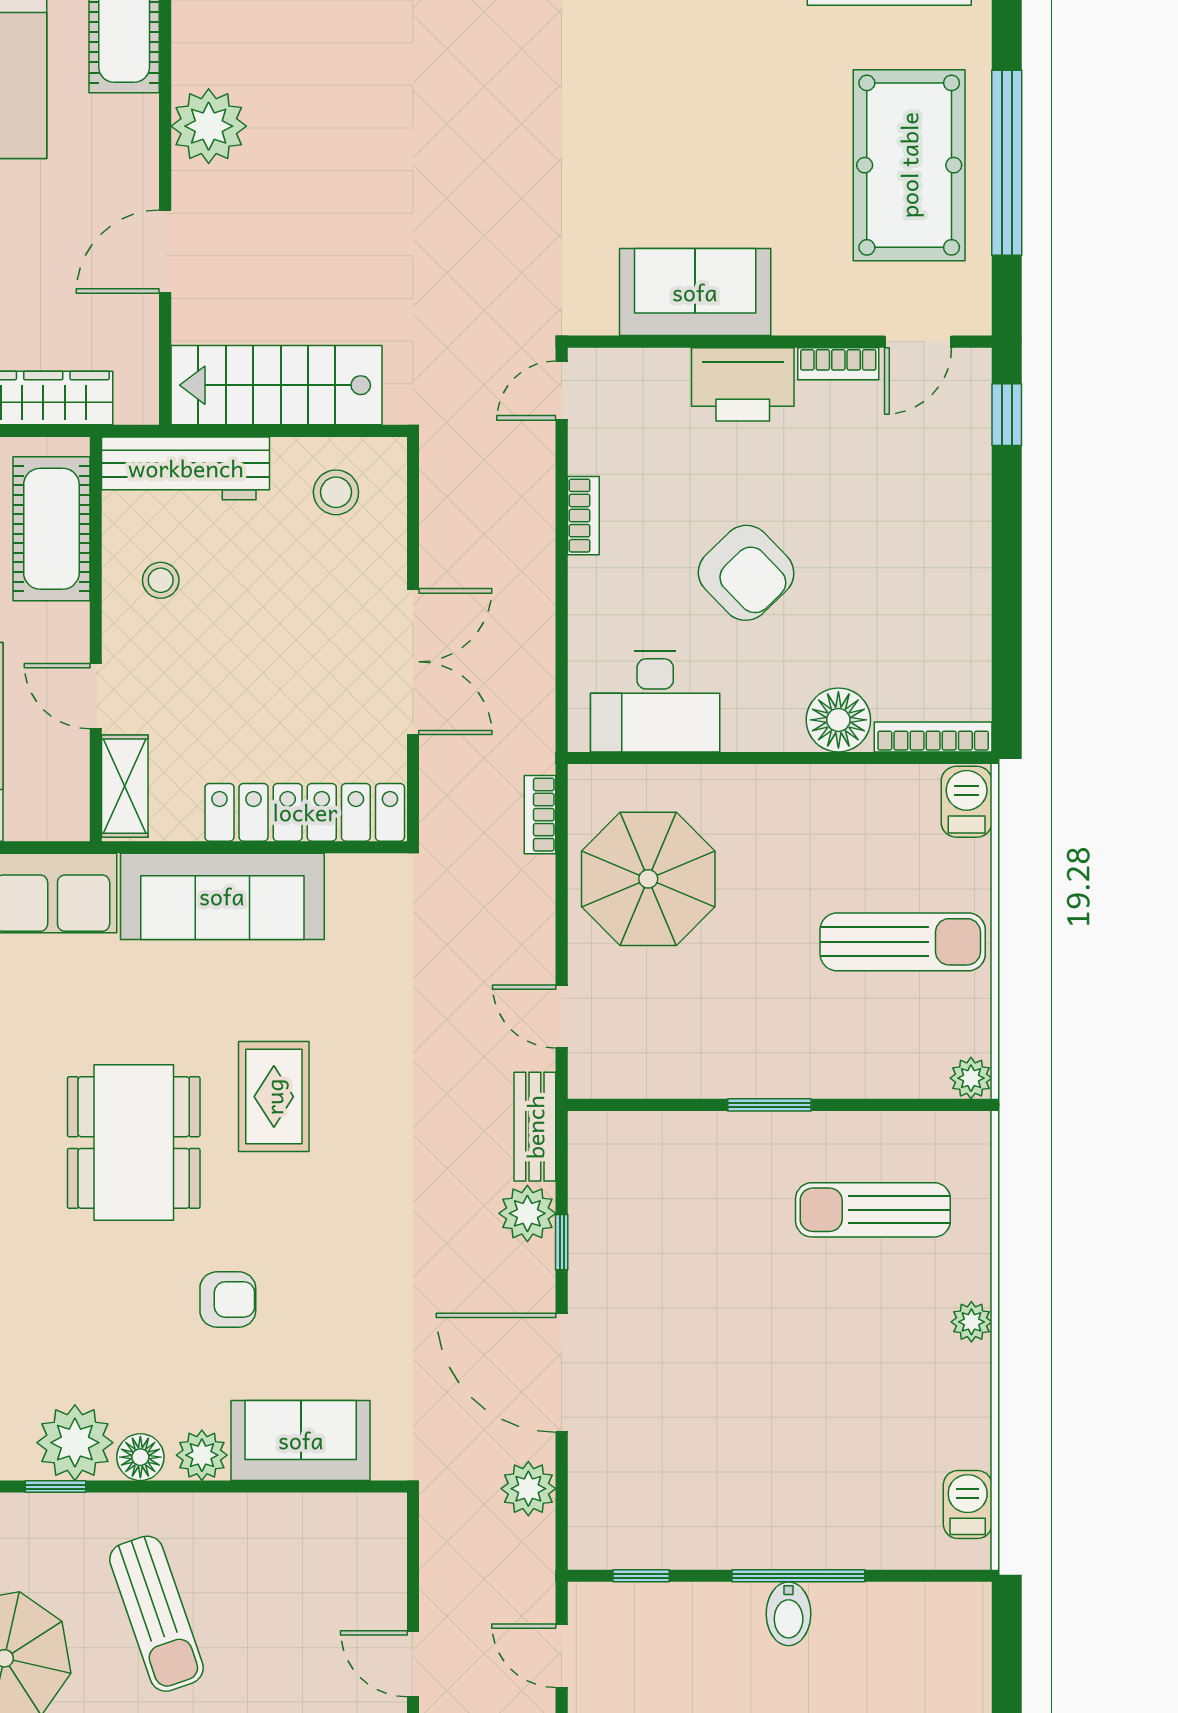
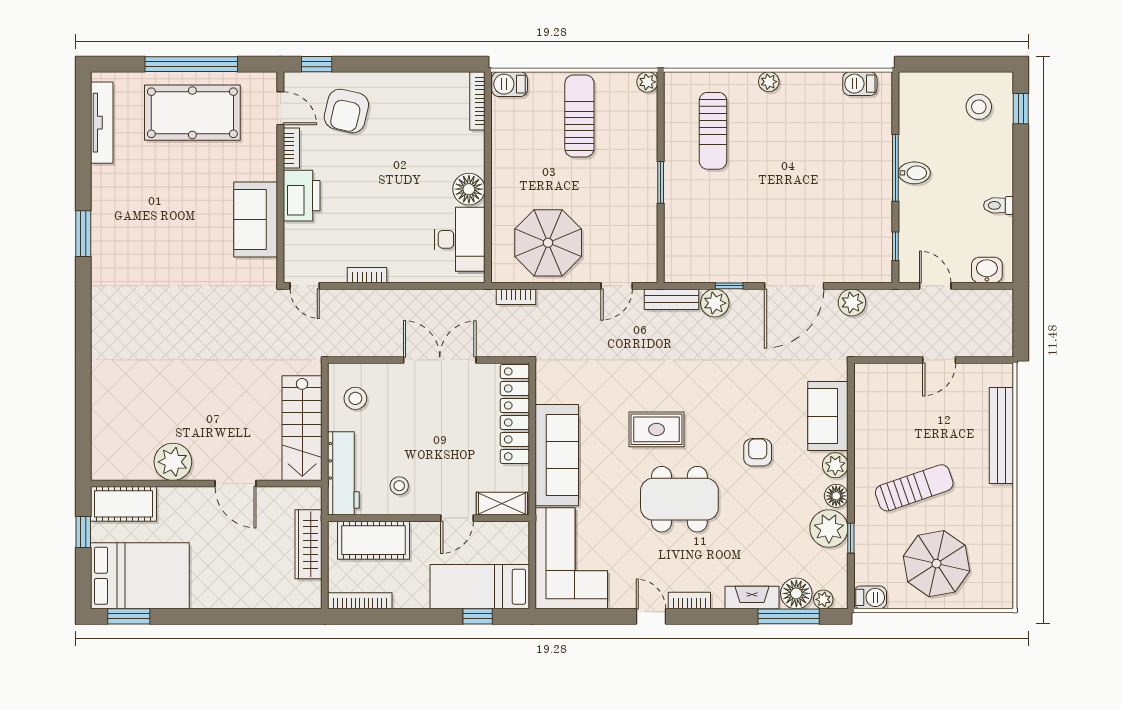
armchair: (746, 573) -> (346, 111), moved, turned 147
floor lamp: (838, 720) -> (469, 189), moved
door: (562, 1656) -> (935, 286), swing flipped

